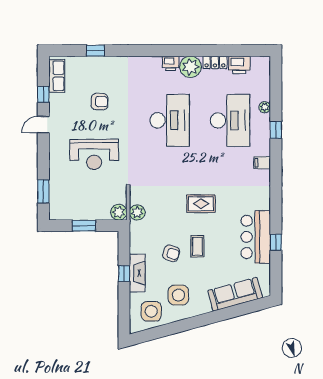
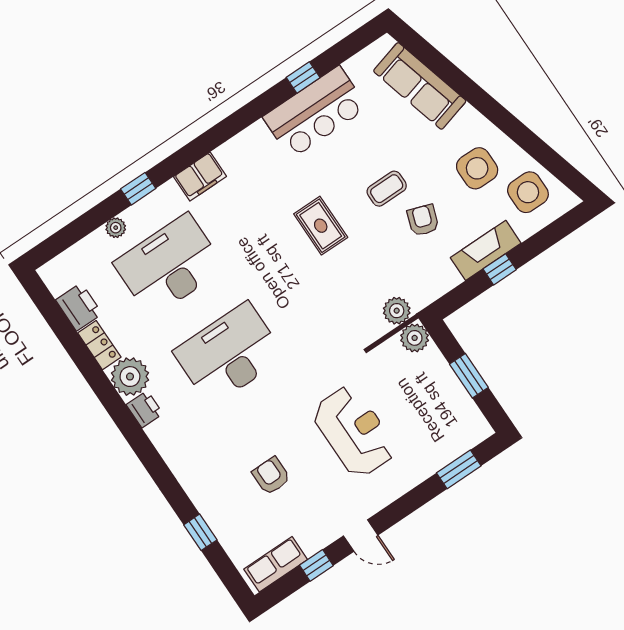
filing cabinet: (262, 163) -> (200, 177), width x2.00

